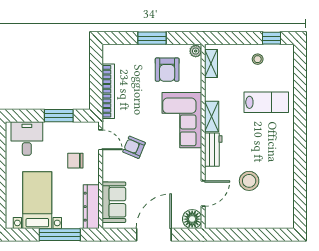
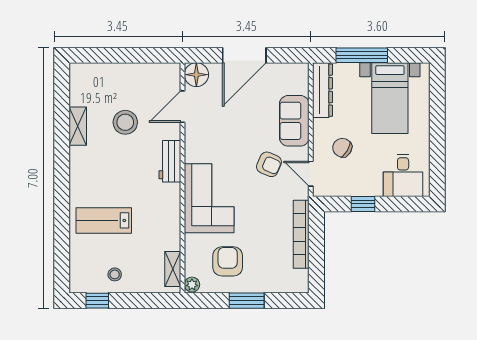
window: (59, 116) -> (363, 204), width x0.67
shelving: (212, 116) -> (78, 126), moved
chair: (75, 161) -> (342, 148), turned -149
sofa: (114, 202) -> (294, 121), moved

